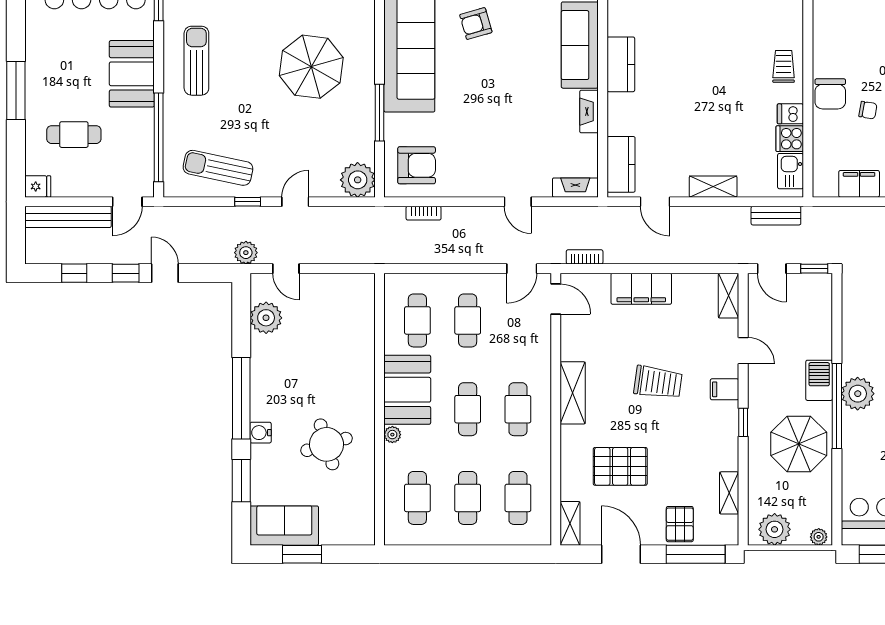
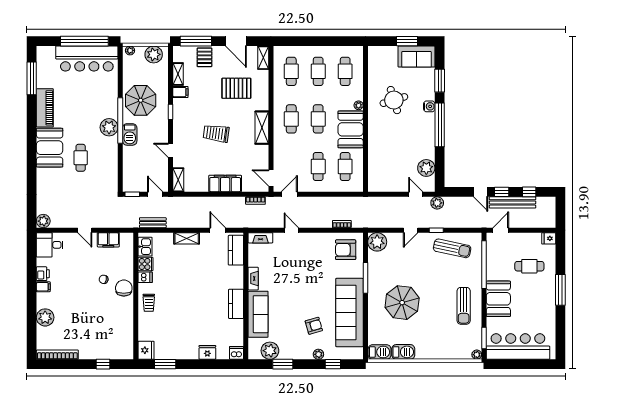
bench: (68, 217) -> (512, 202), moved
filing cabinet: (725, 389) -> (180, 92), moved

